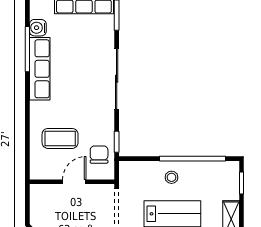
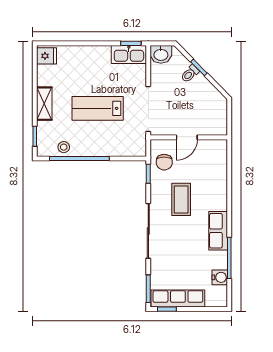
row of seats: (40, 69) -> (218, 231), width x0.68
coffee table: (60, 138) -> (181, 199), moved, turned 90
stool: (171, 177) -> (64, 147), moved

